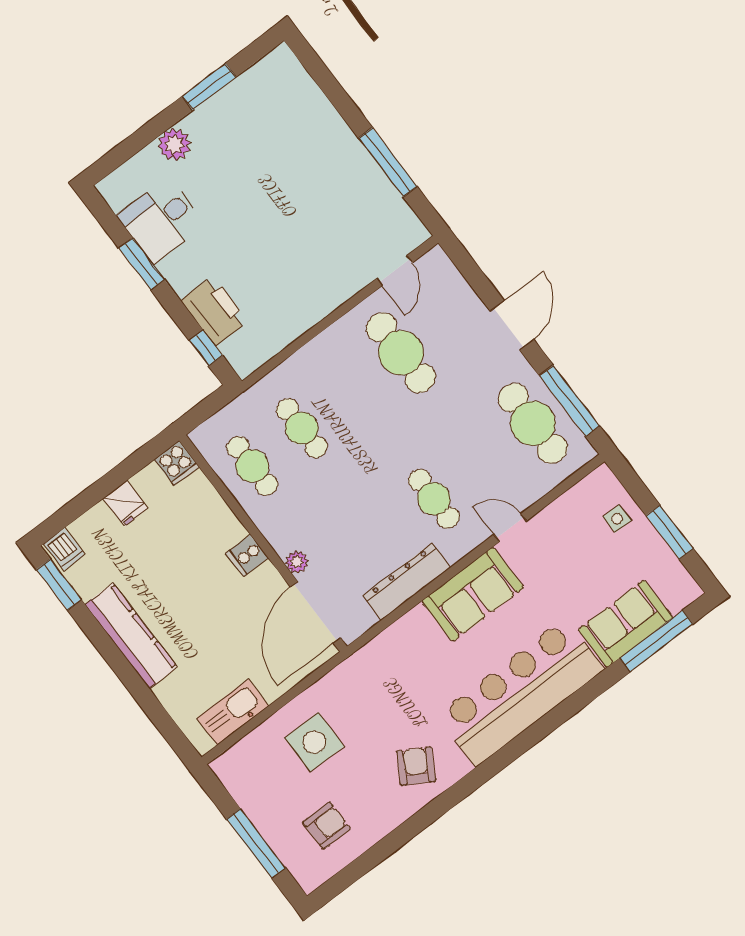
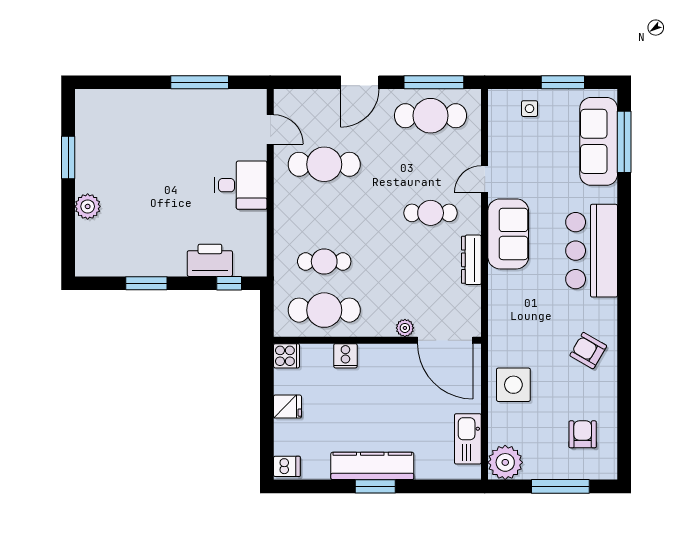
desk: (161, 220) -> (241, 185), moved, turned -90
door: (512, 325) -> (360, 82), swing flipped
cafe table: (252, 466) -> (324, 310), width x1.37, depth x1.35
cooker: (247, 556) -> (345, 356), moved
dresser: (407, 582) -> (471, 260), width x0.73, depth x0.80
window: (59, 585) -> (375, 486), moved
sofa: (625, 624) -> (599, 141), width x1.36
bar counter: (520, 692) -> (592, 251), width x0.73
side table: (314, 742) -> (513, 385), moved
plant: (238, 769) -> (505, 462), added

